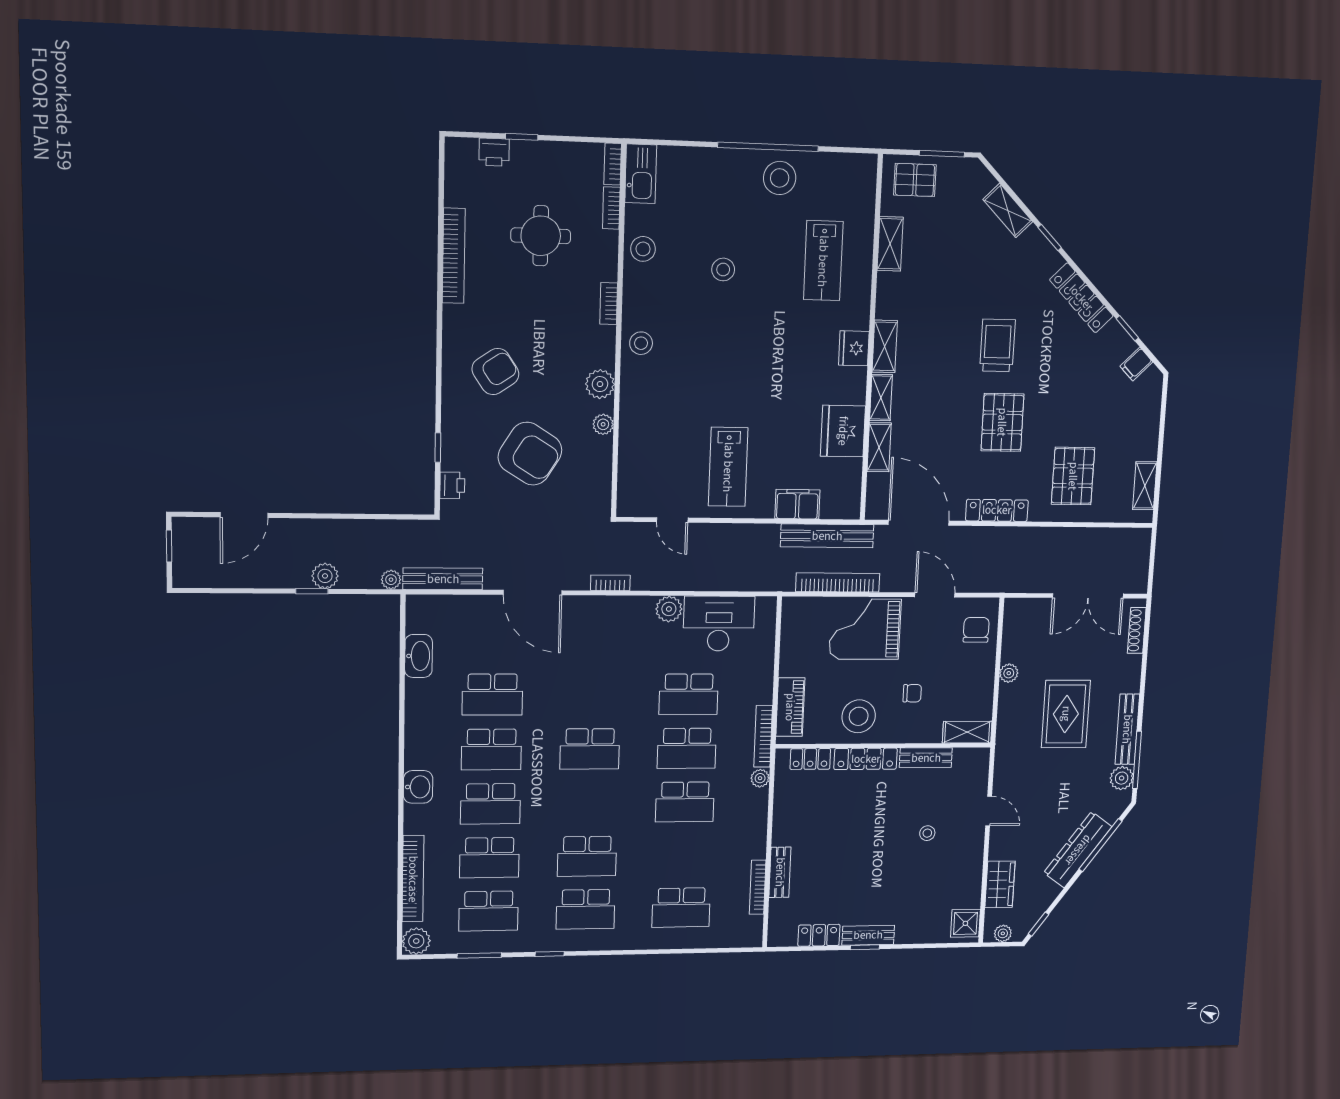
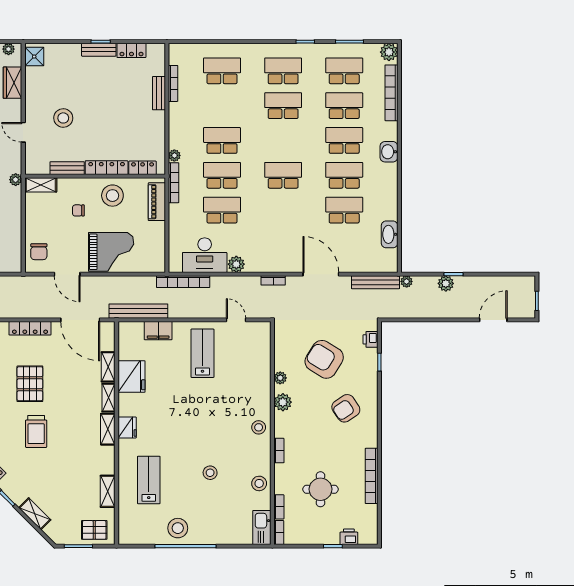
bookcase: (838, 582) -> (183, 282), moved
plant: (1009, 673) -> (16, 180), moved
stool: (927, 833) -> (63, 118), width x1.89, depth x1.89

